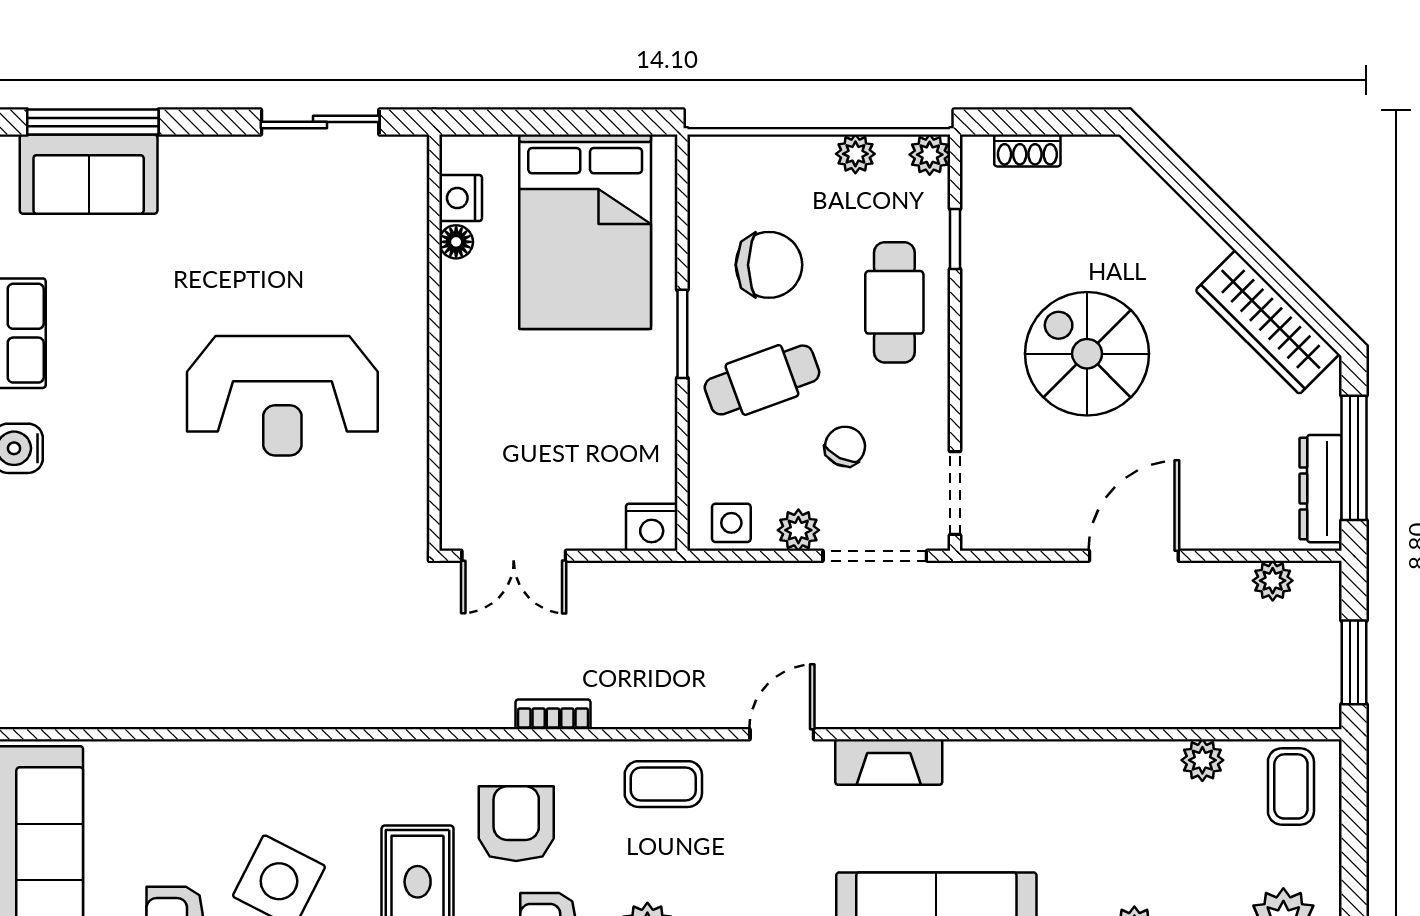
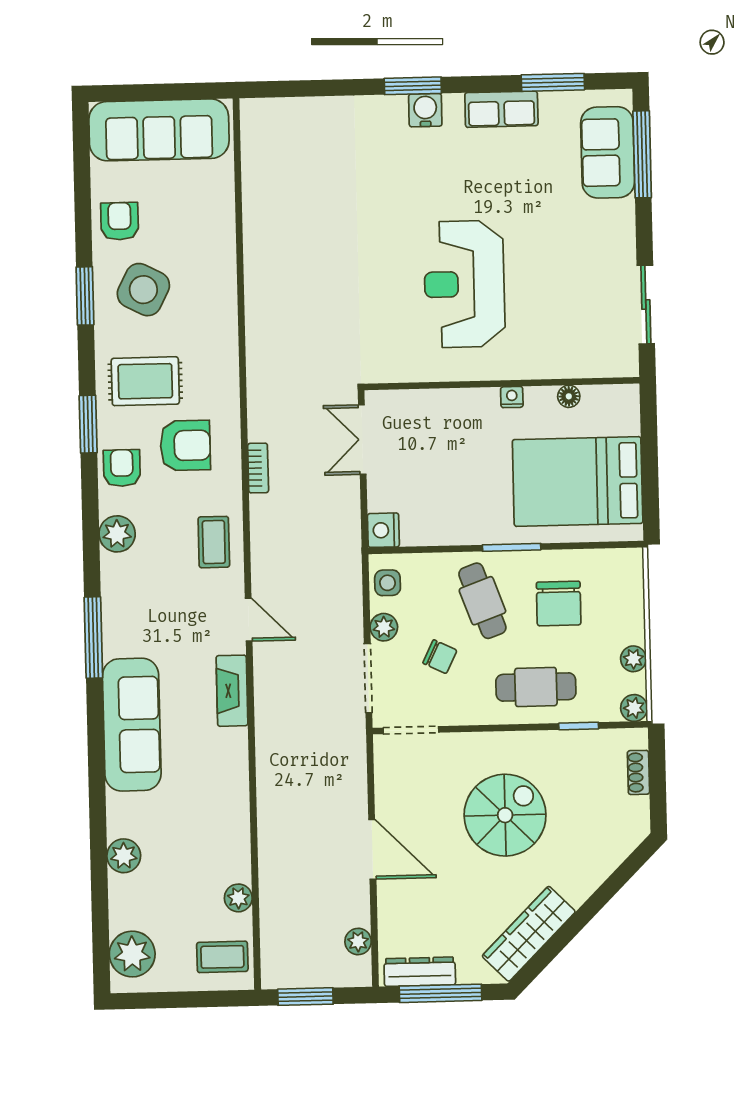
nightstand: (461, 198) -> (512, 397), moved, width x0.72, depth x0.74

